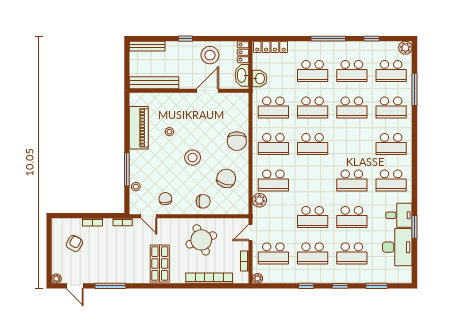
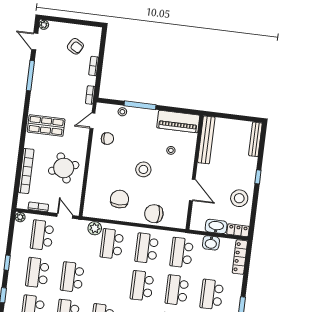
bench: (154, 83) -> (206, 140), moved
wall: (189, 91) -> (195, 172), moved
door: (207, 91) -> (192, 190), moved
chair: (226, 178) -> (119, 199), turned -106
chair: (203, 201) -> (100, 174), removed
door: (75, 286) -> (35, 41), hinge flipped

